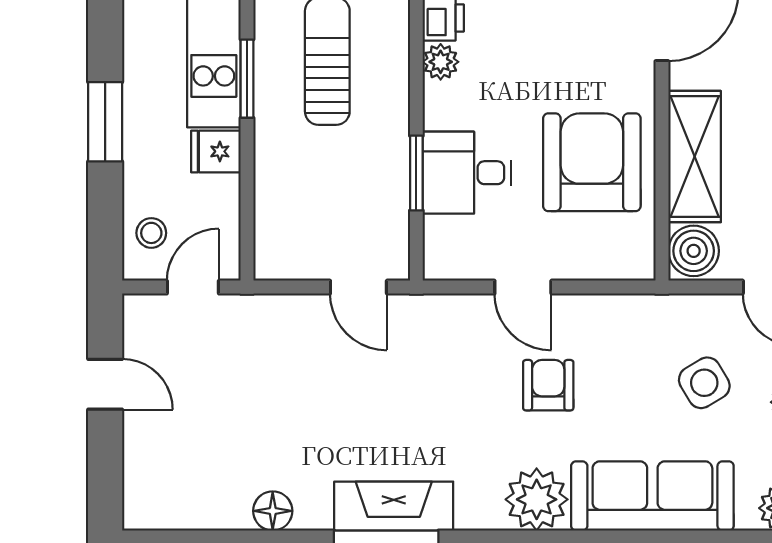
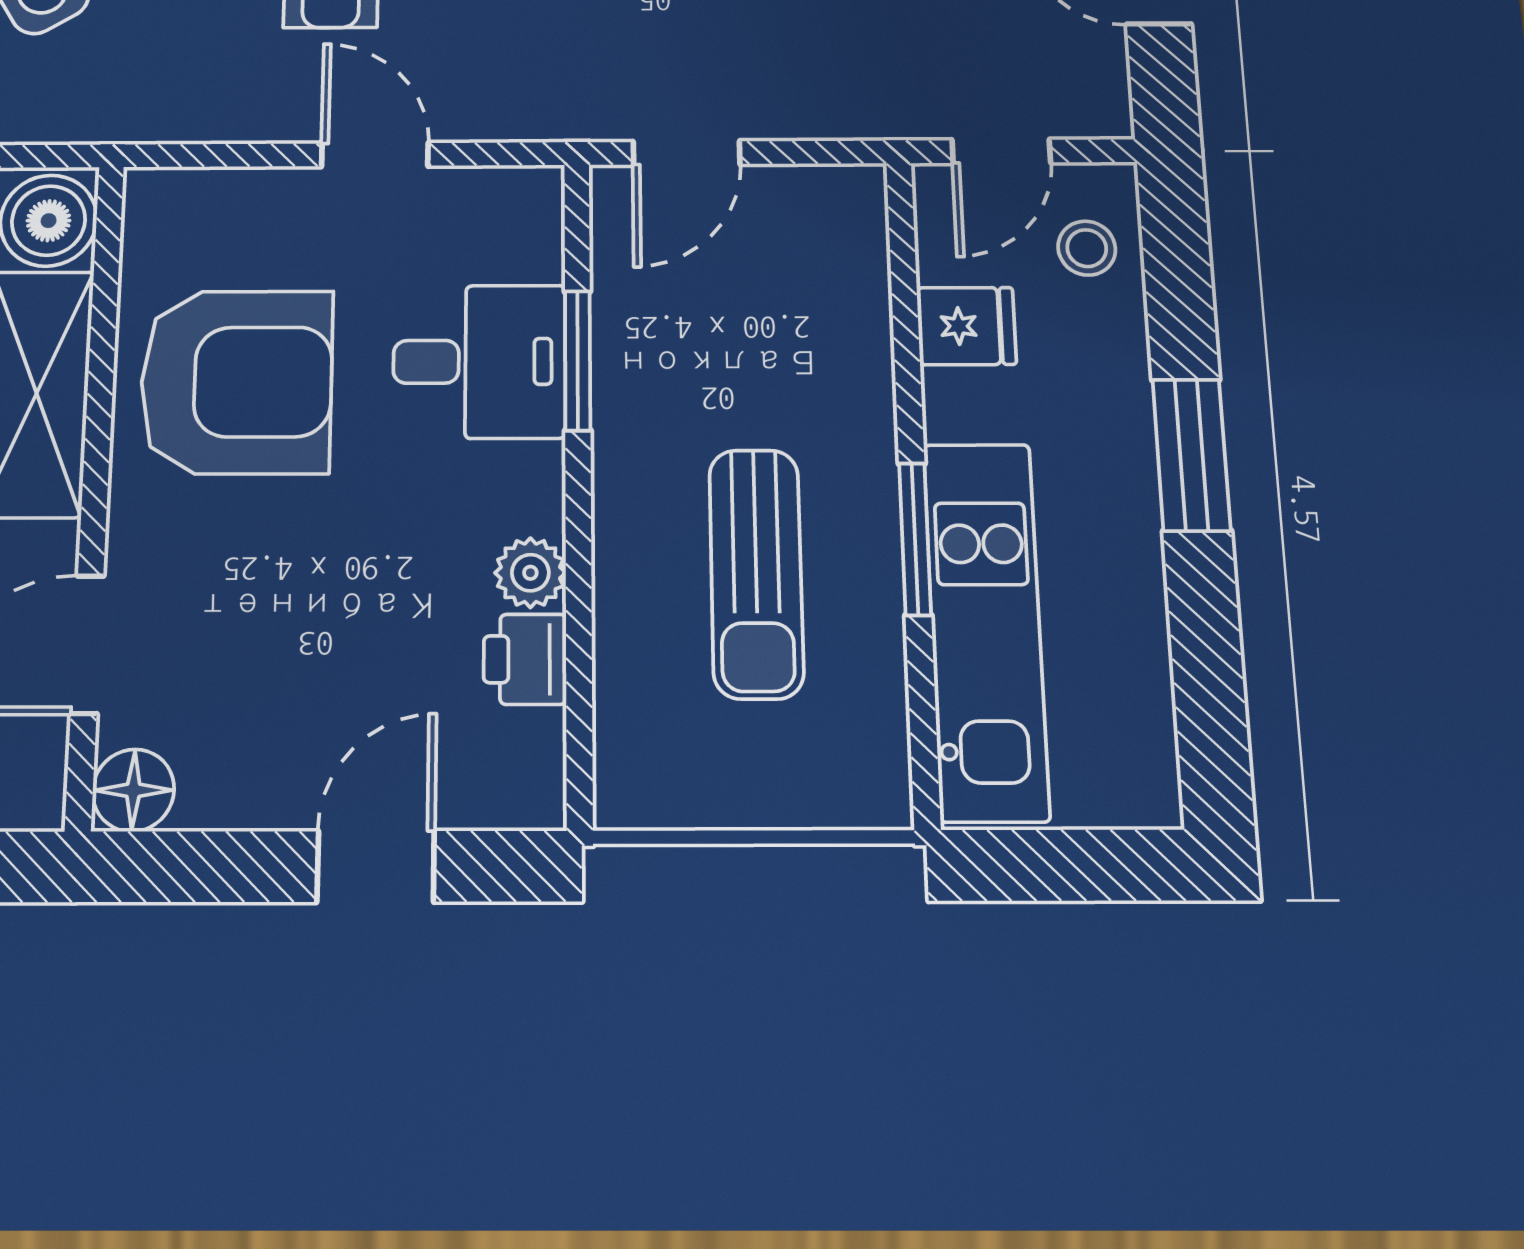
fridge: (216, 151) -> (966, 326), moved
armchair: (592, 162) -> (236, 382), turned -90
door: (358, 287) -> (686, 153), swing flipped

